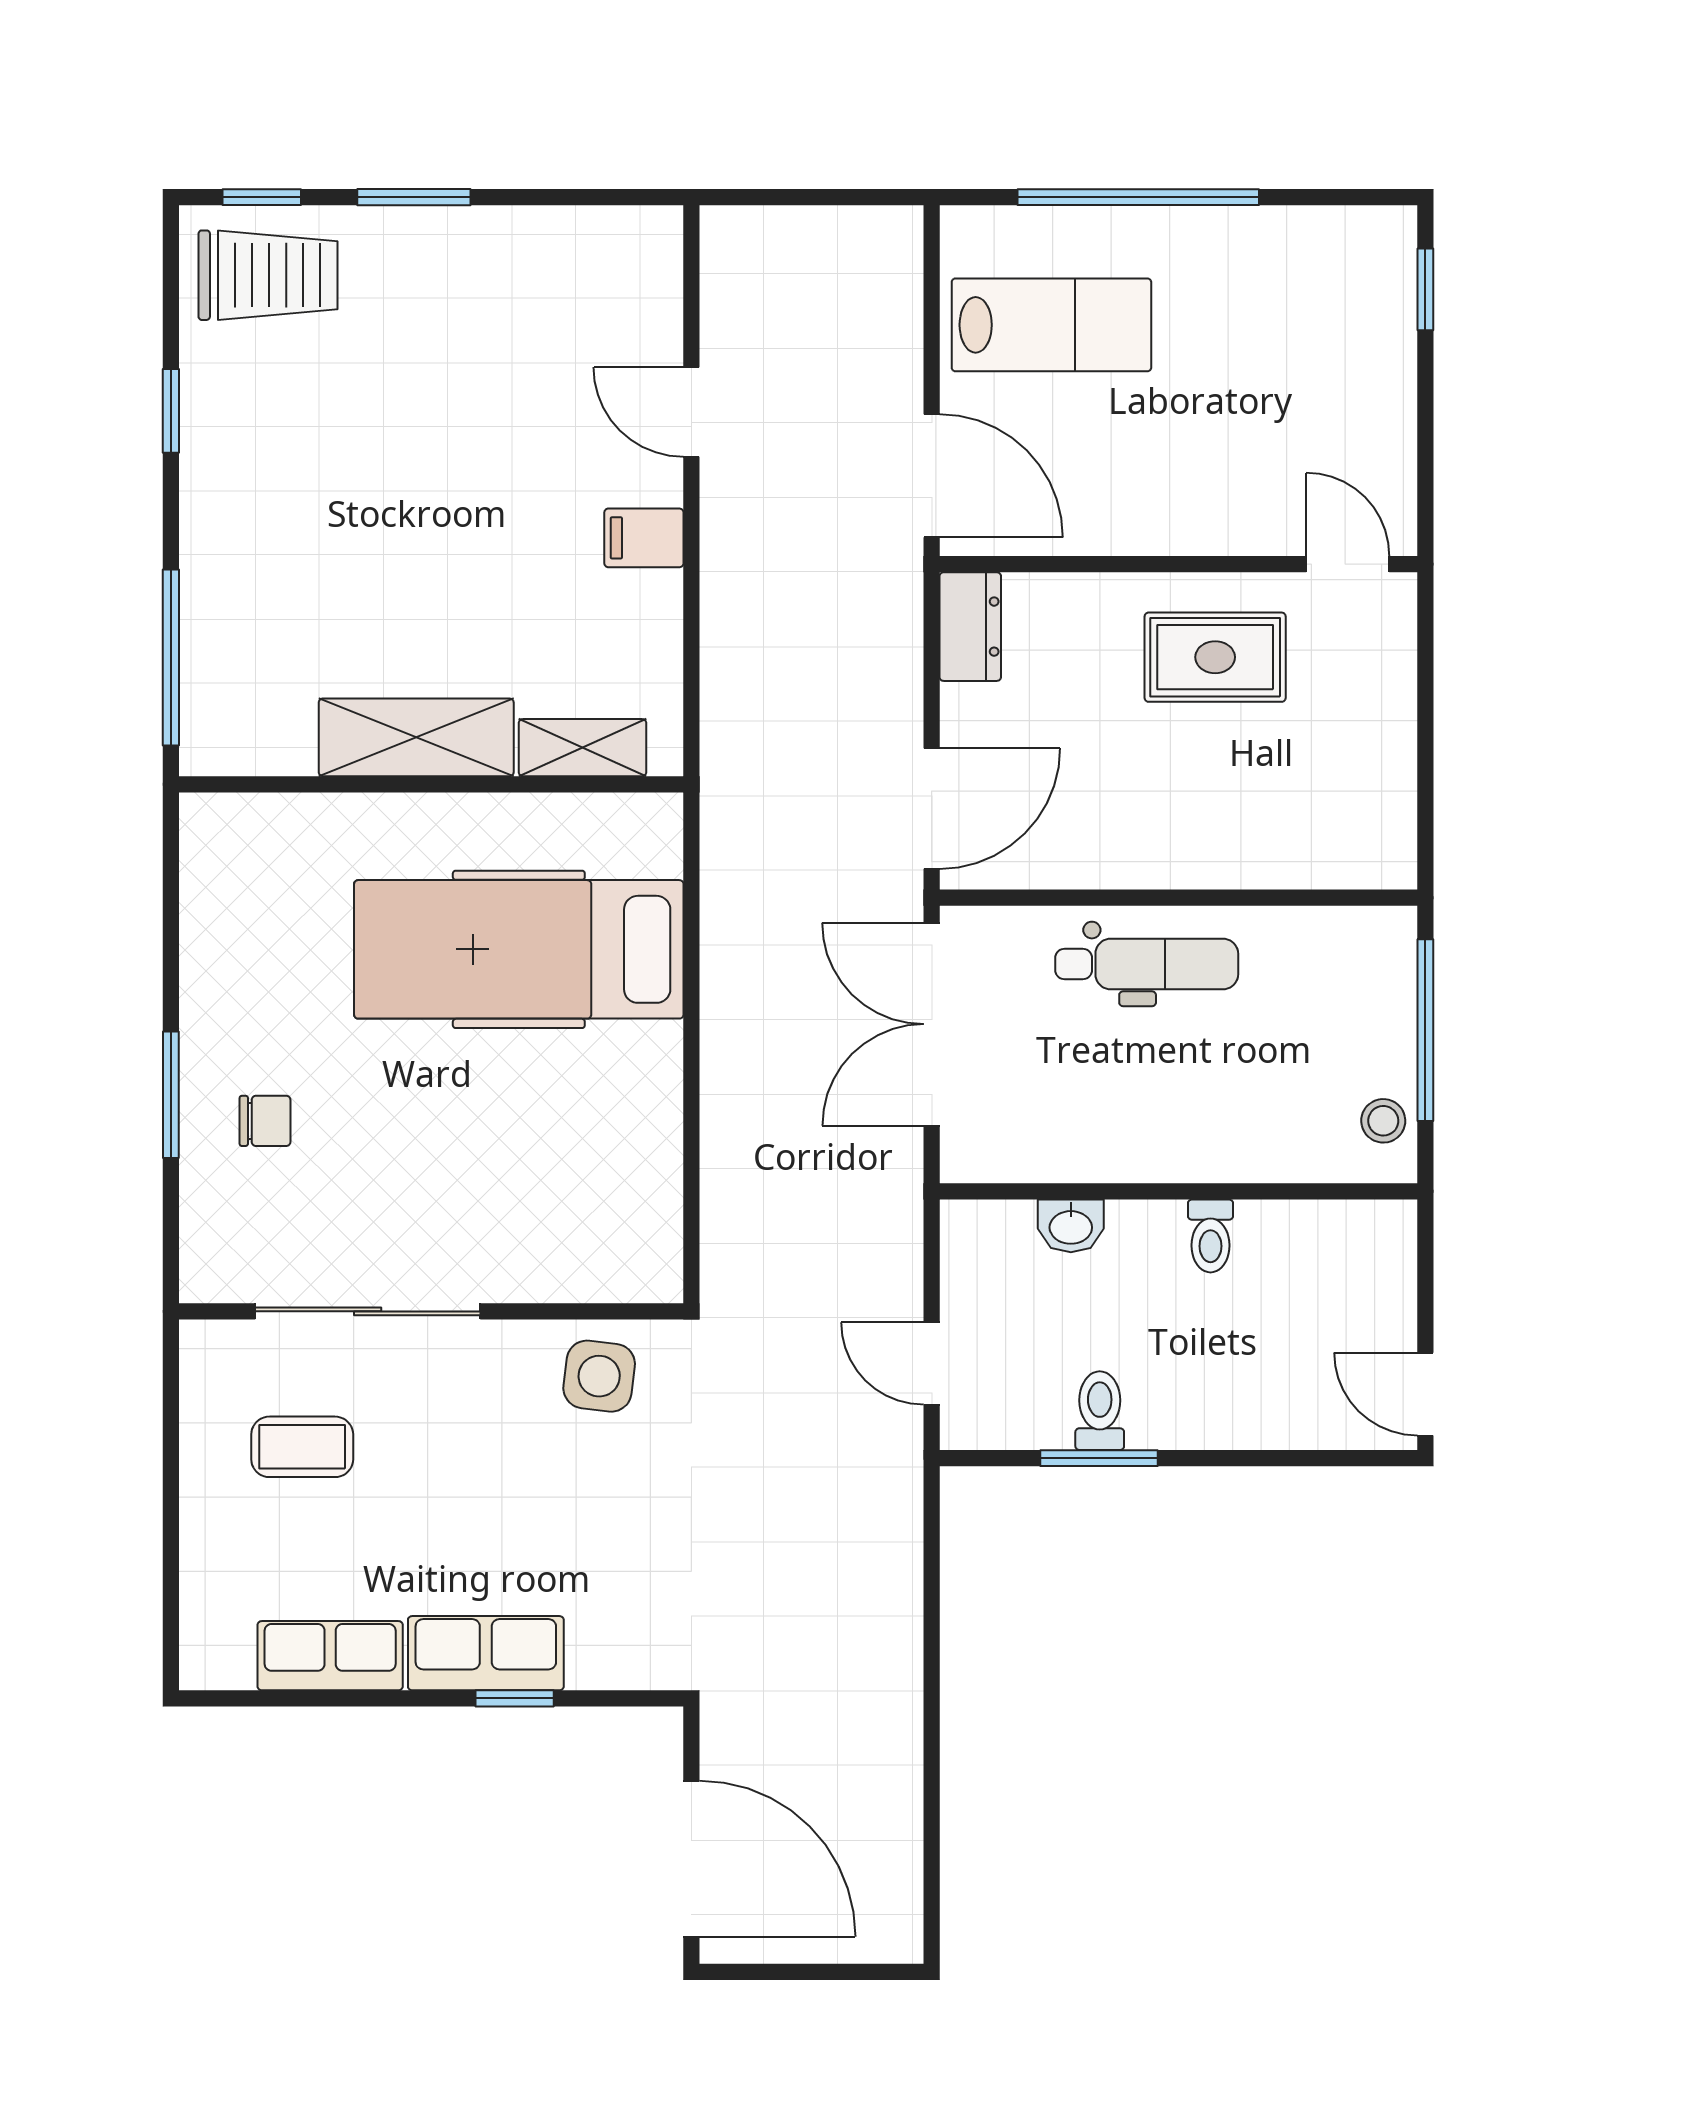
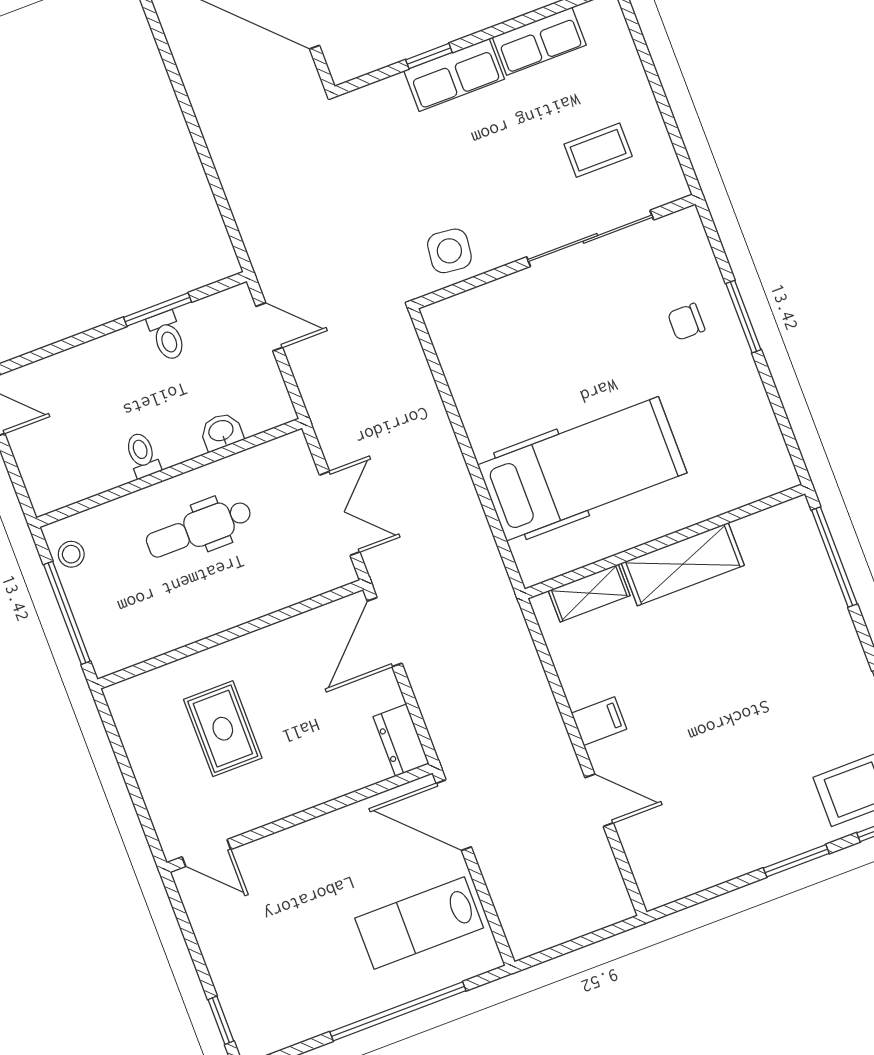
rug: (1215, 657) -> (223, 729), moved, turned 90
dental chair: (1147, 964) -> (199, 529), moved
double door: (932, 1024) -> (340, 513), width x0.73

